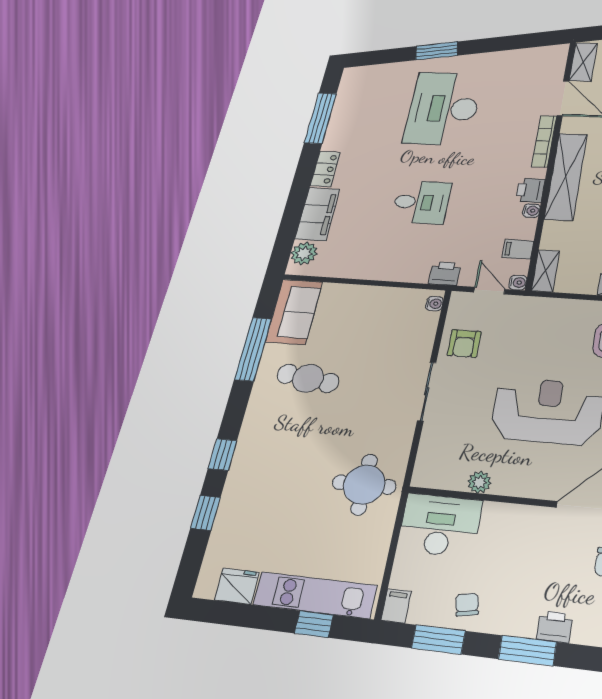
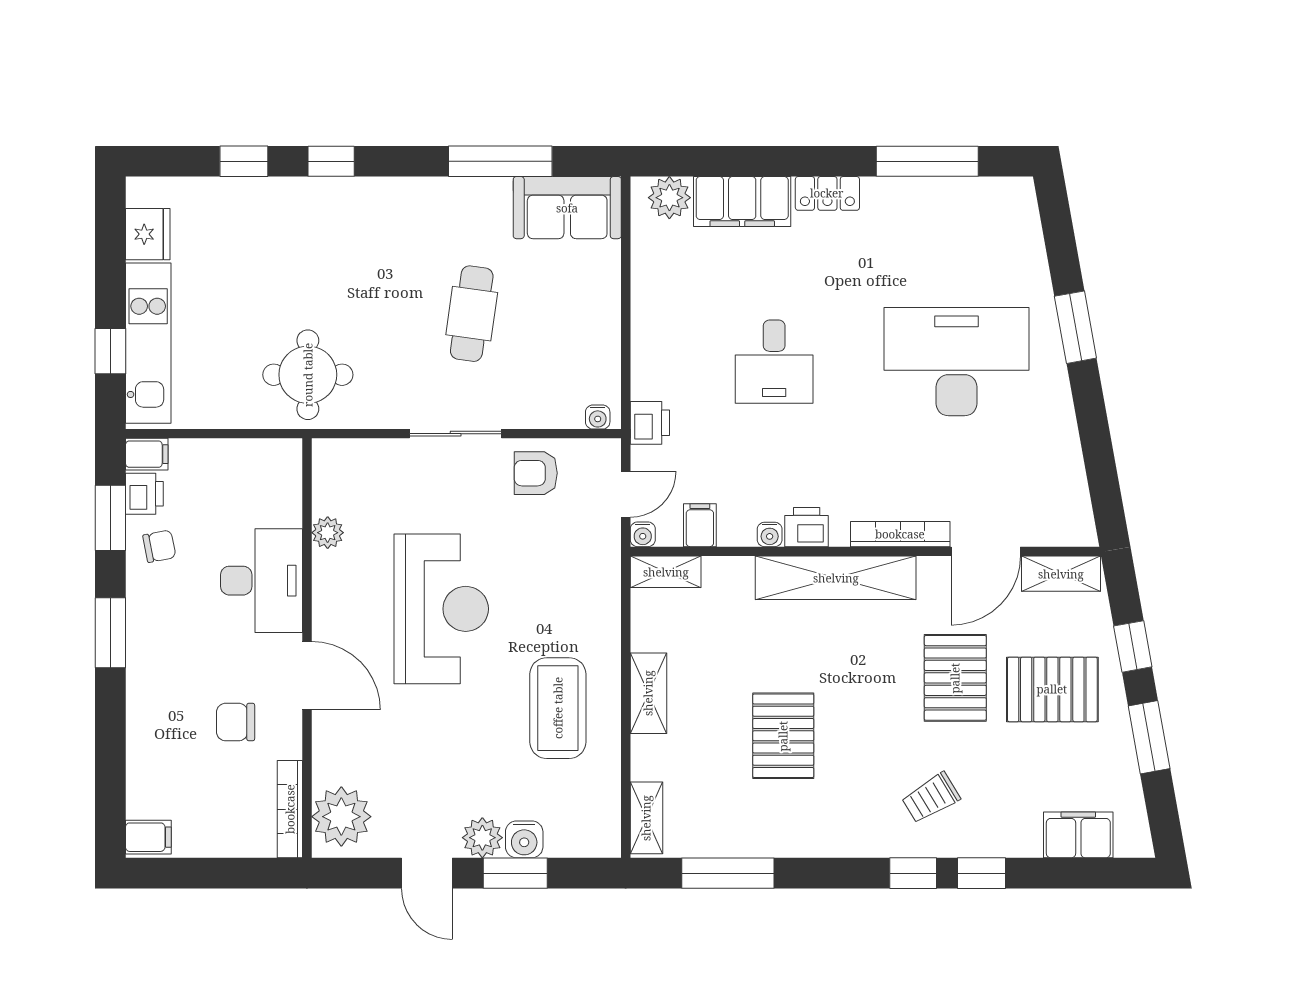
cafe table: (308, 378) -> (472, 314), moved
desk: (440, 525) -> (262, 581), moved
printer: (555, 627) -> (144, 494), moved

